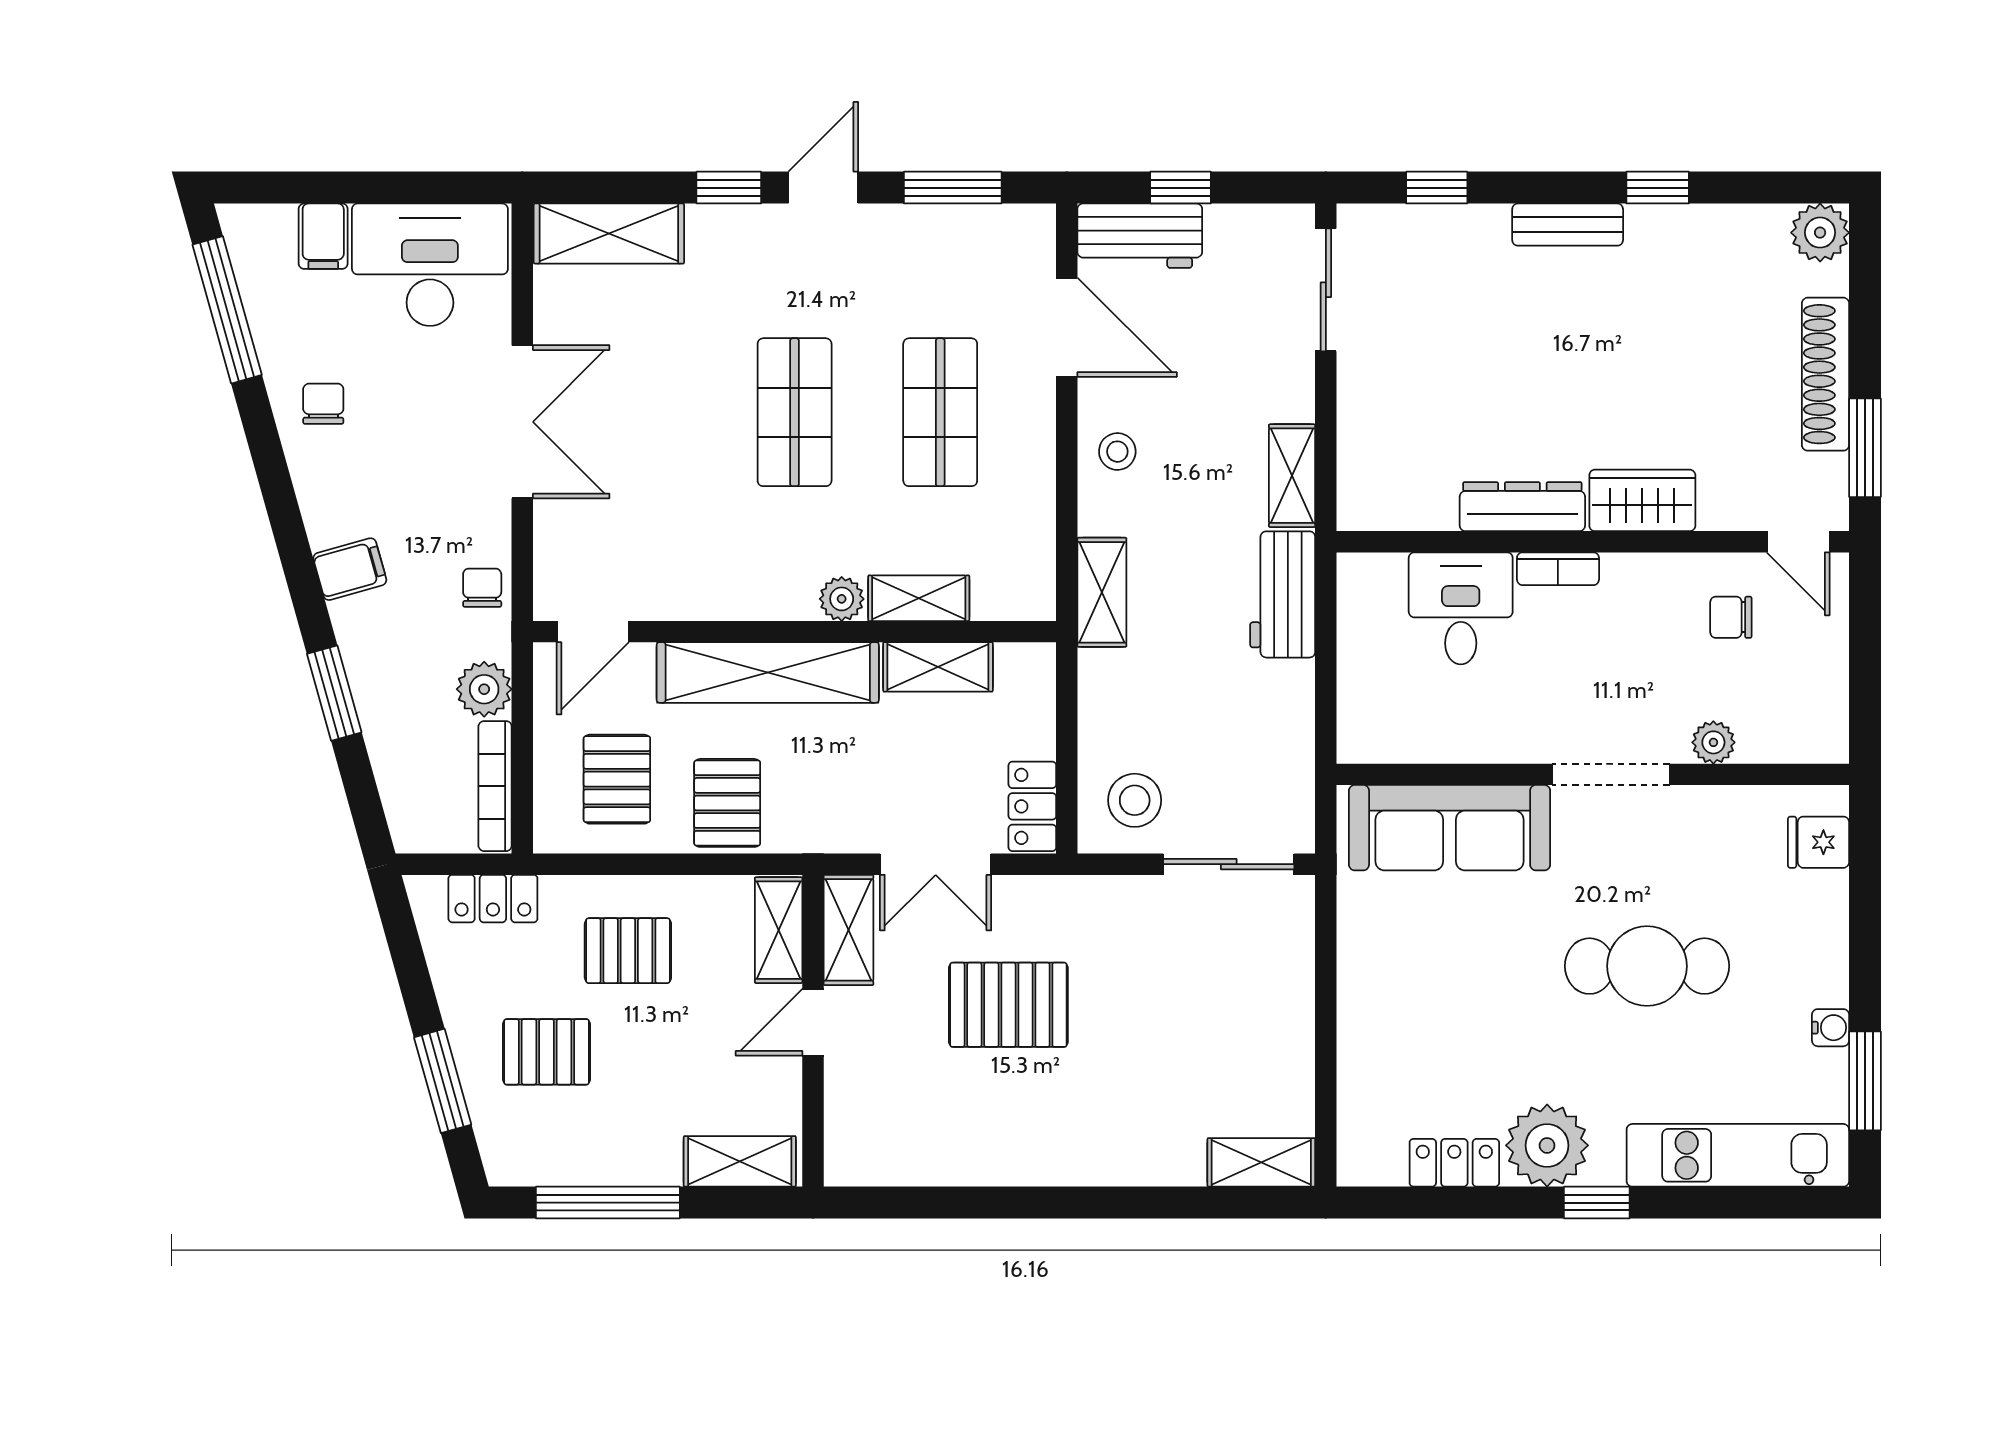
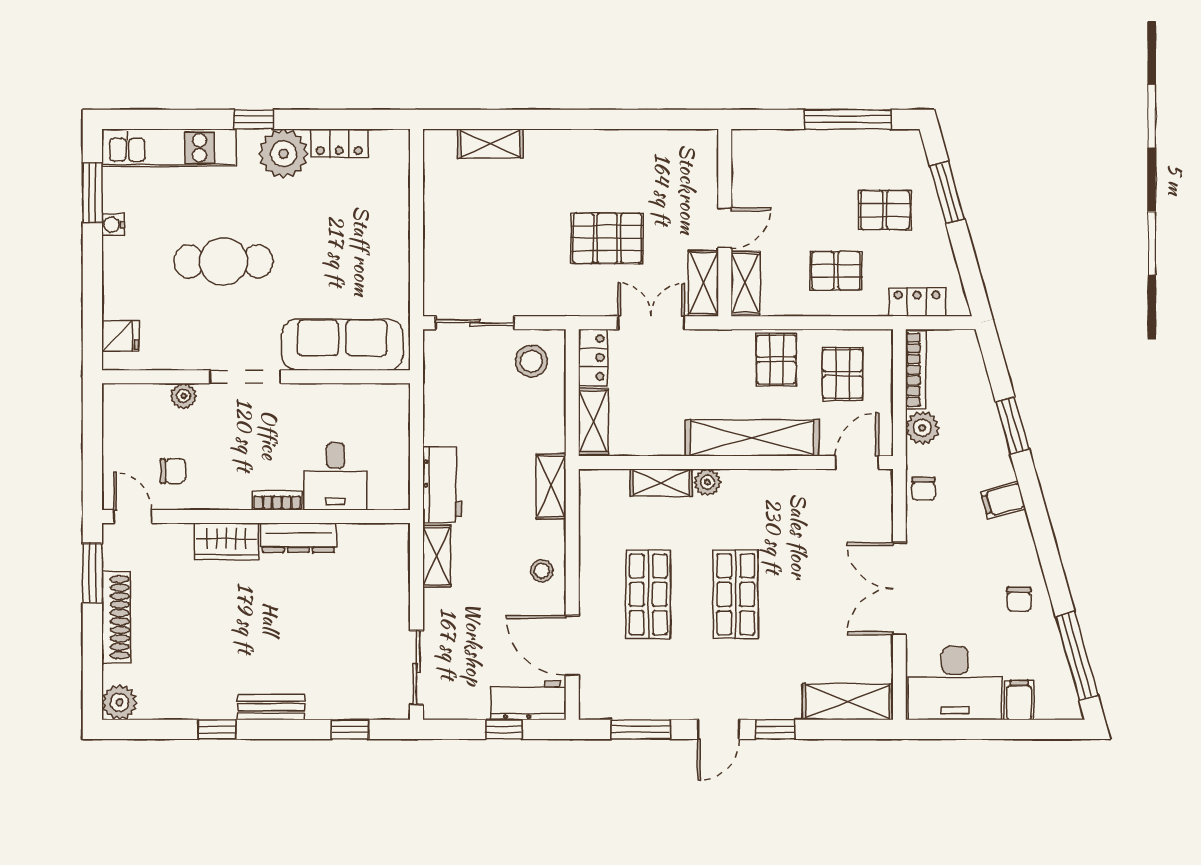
shelving: (938, 667) -> (593, 421), moved, turned 90
shelving: (740, 1161) -> (769, 144), removed
shelving: (1261, 1162) -> (490, 144), moved

